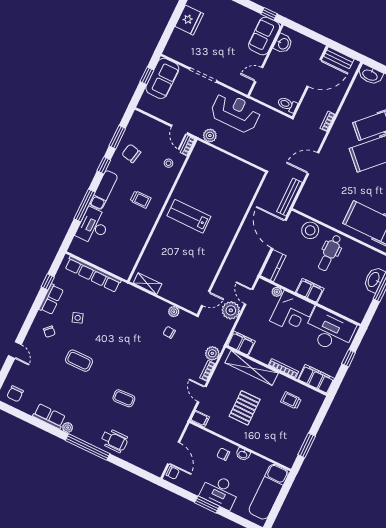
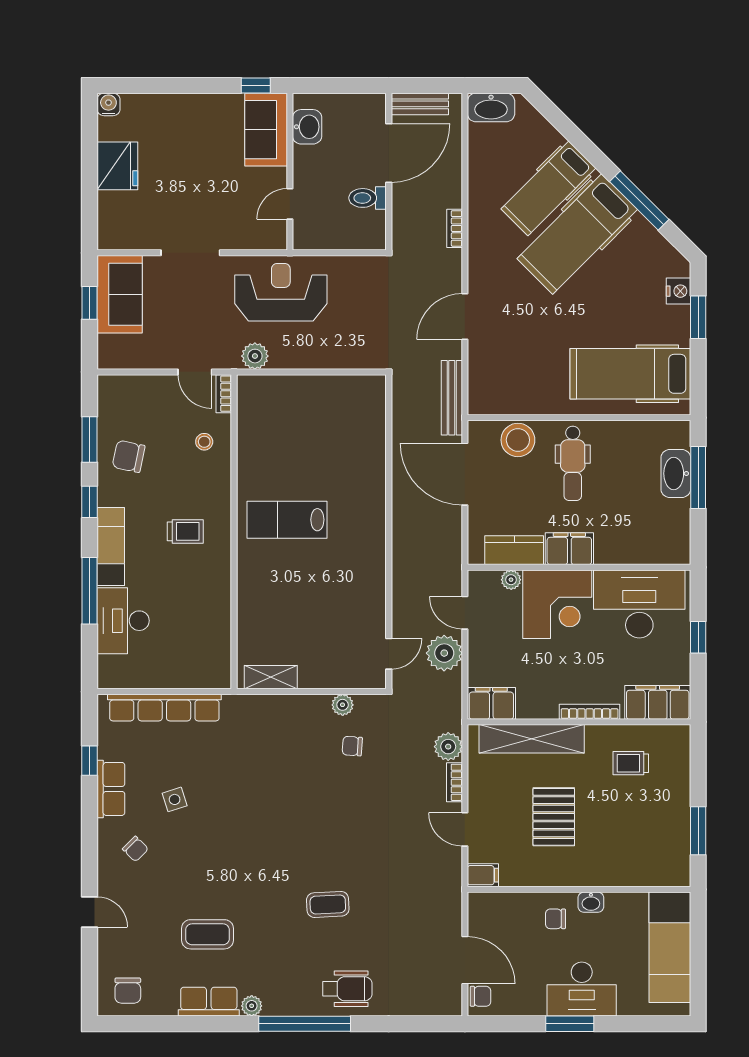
toilet: (287, 105) -> (368, 198), moved
kitchen counter: (273, 266) -> (514, 550), moved, turned -90
coffee table: (79, 361) -> (207, 934), moved

